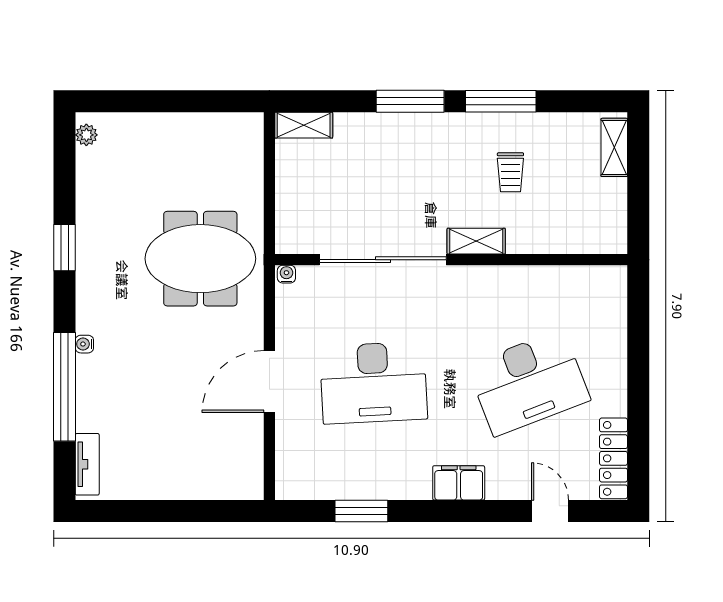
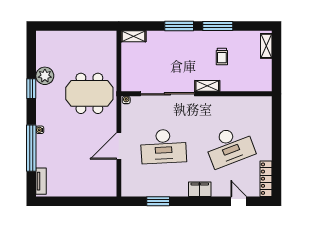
plant: (86, 135) -> (45, 76), moved, width x1.88, depth x1.88

